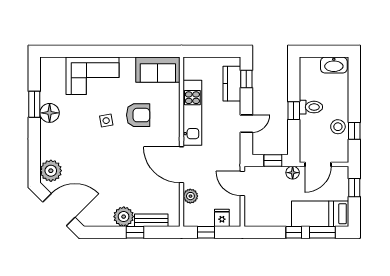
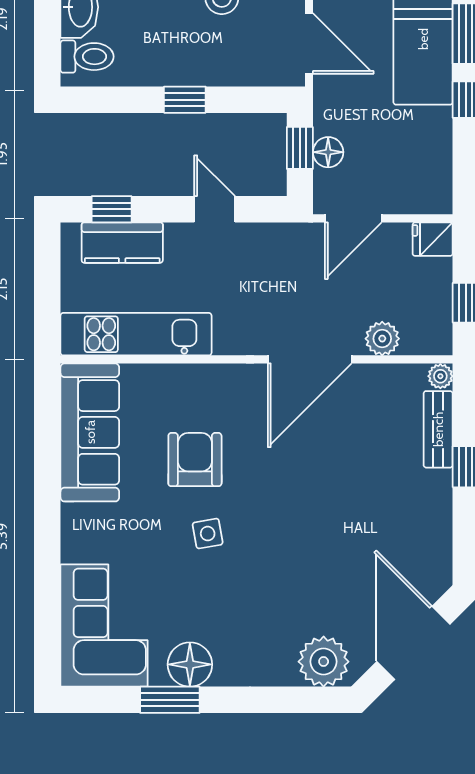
sofa: (158, 70) -> (90, 432), width x1.36
corner sofa: (92, 76) -> (104, 626), moved
toilet: (311, 107) -> (87, 57), moved, turned 90
kitchen unit: (192, 113) -> (136, 334), moved
floor lamp: (293, 173) -> (328, 152), moved
plant: (124, 217) -> (440, 376), moved, width x0.53, depth x0.53
fridge: (222, 218) -> (433, 239), moved

